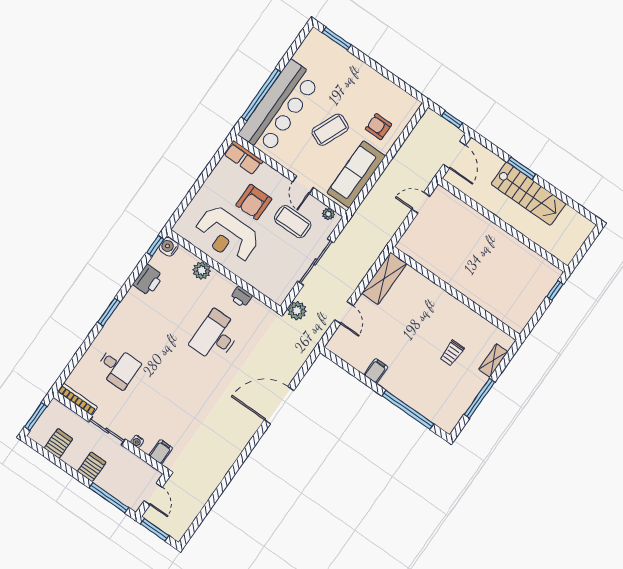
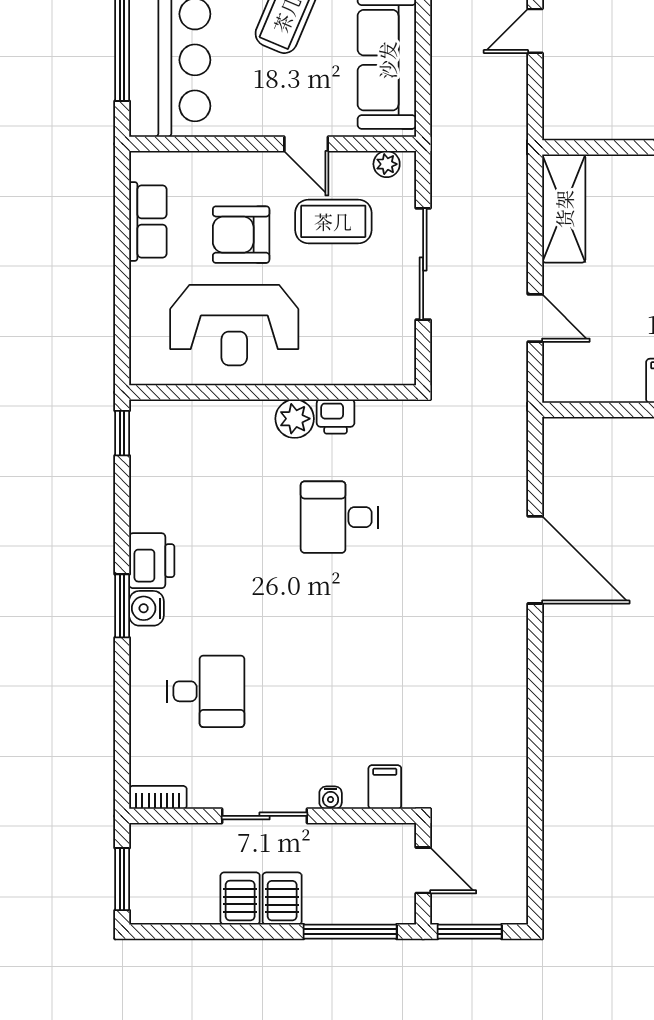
row of seats: (243, 158) -> (148, 221), moved, turned -90
armchair: (254, 202) -> (241, 235), turned 90
water cooler: (169, 247) -> (146, 608), moved
plant: (202, 270) -> (295, 419), moved
printer: (148, 280) -> (152, 561), moved
plant: (297, 311) -> (450, 372), removed
desk: (216, 336) -> (339, 517), width x0.73
bookcase: (77, 399) -> (158, 797), width x0.64
door: (279, 405) -> (535, 560), swing flipped
server rack: (58, 444) -> (240, 898), moved

